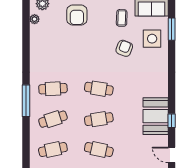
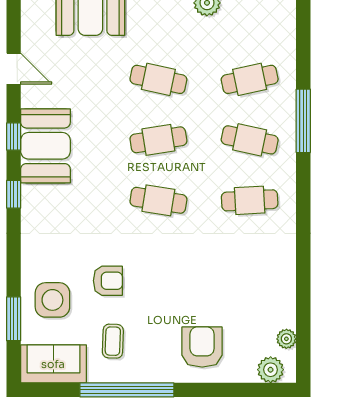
armchair: (124, 48) -> (108, 281), turned -111
window: (172, 92) -> (14, 194), added
window: (26, 101) -> (303, 121), moved
cafe table: (53, 119) -> (250, 140), turned 30

